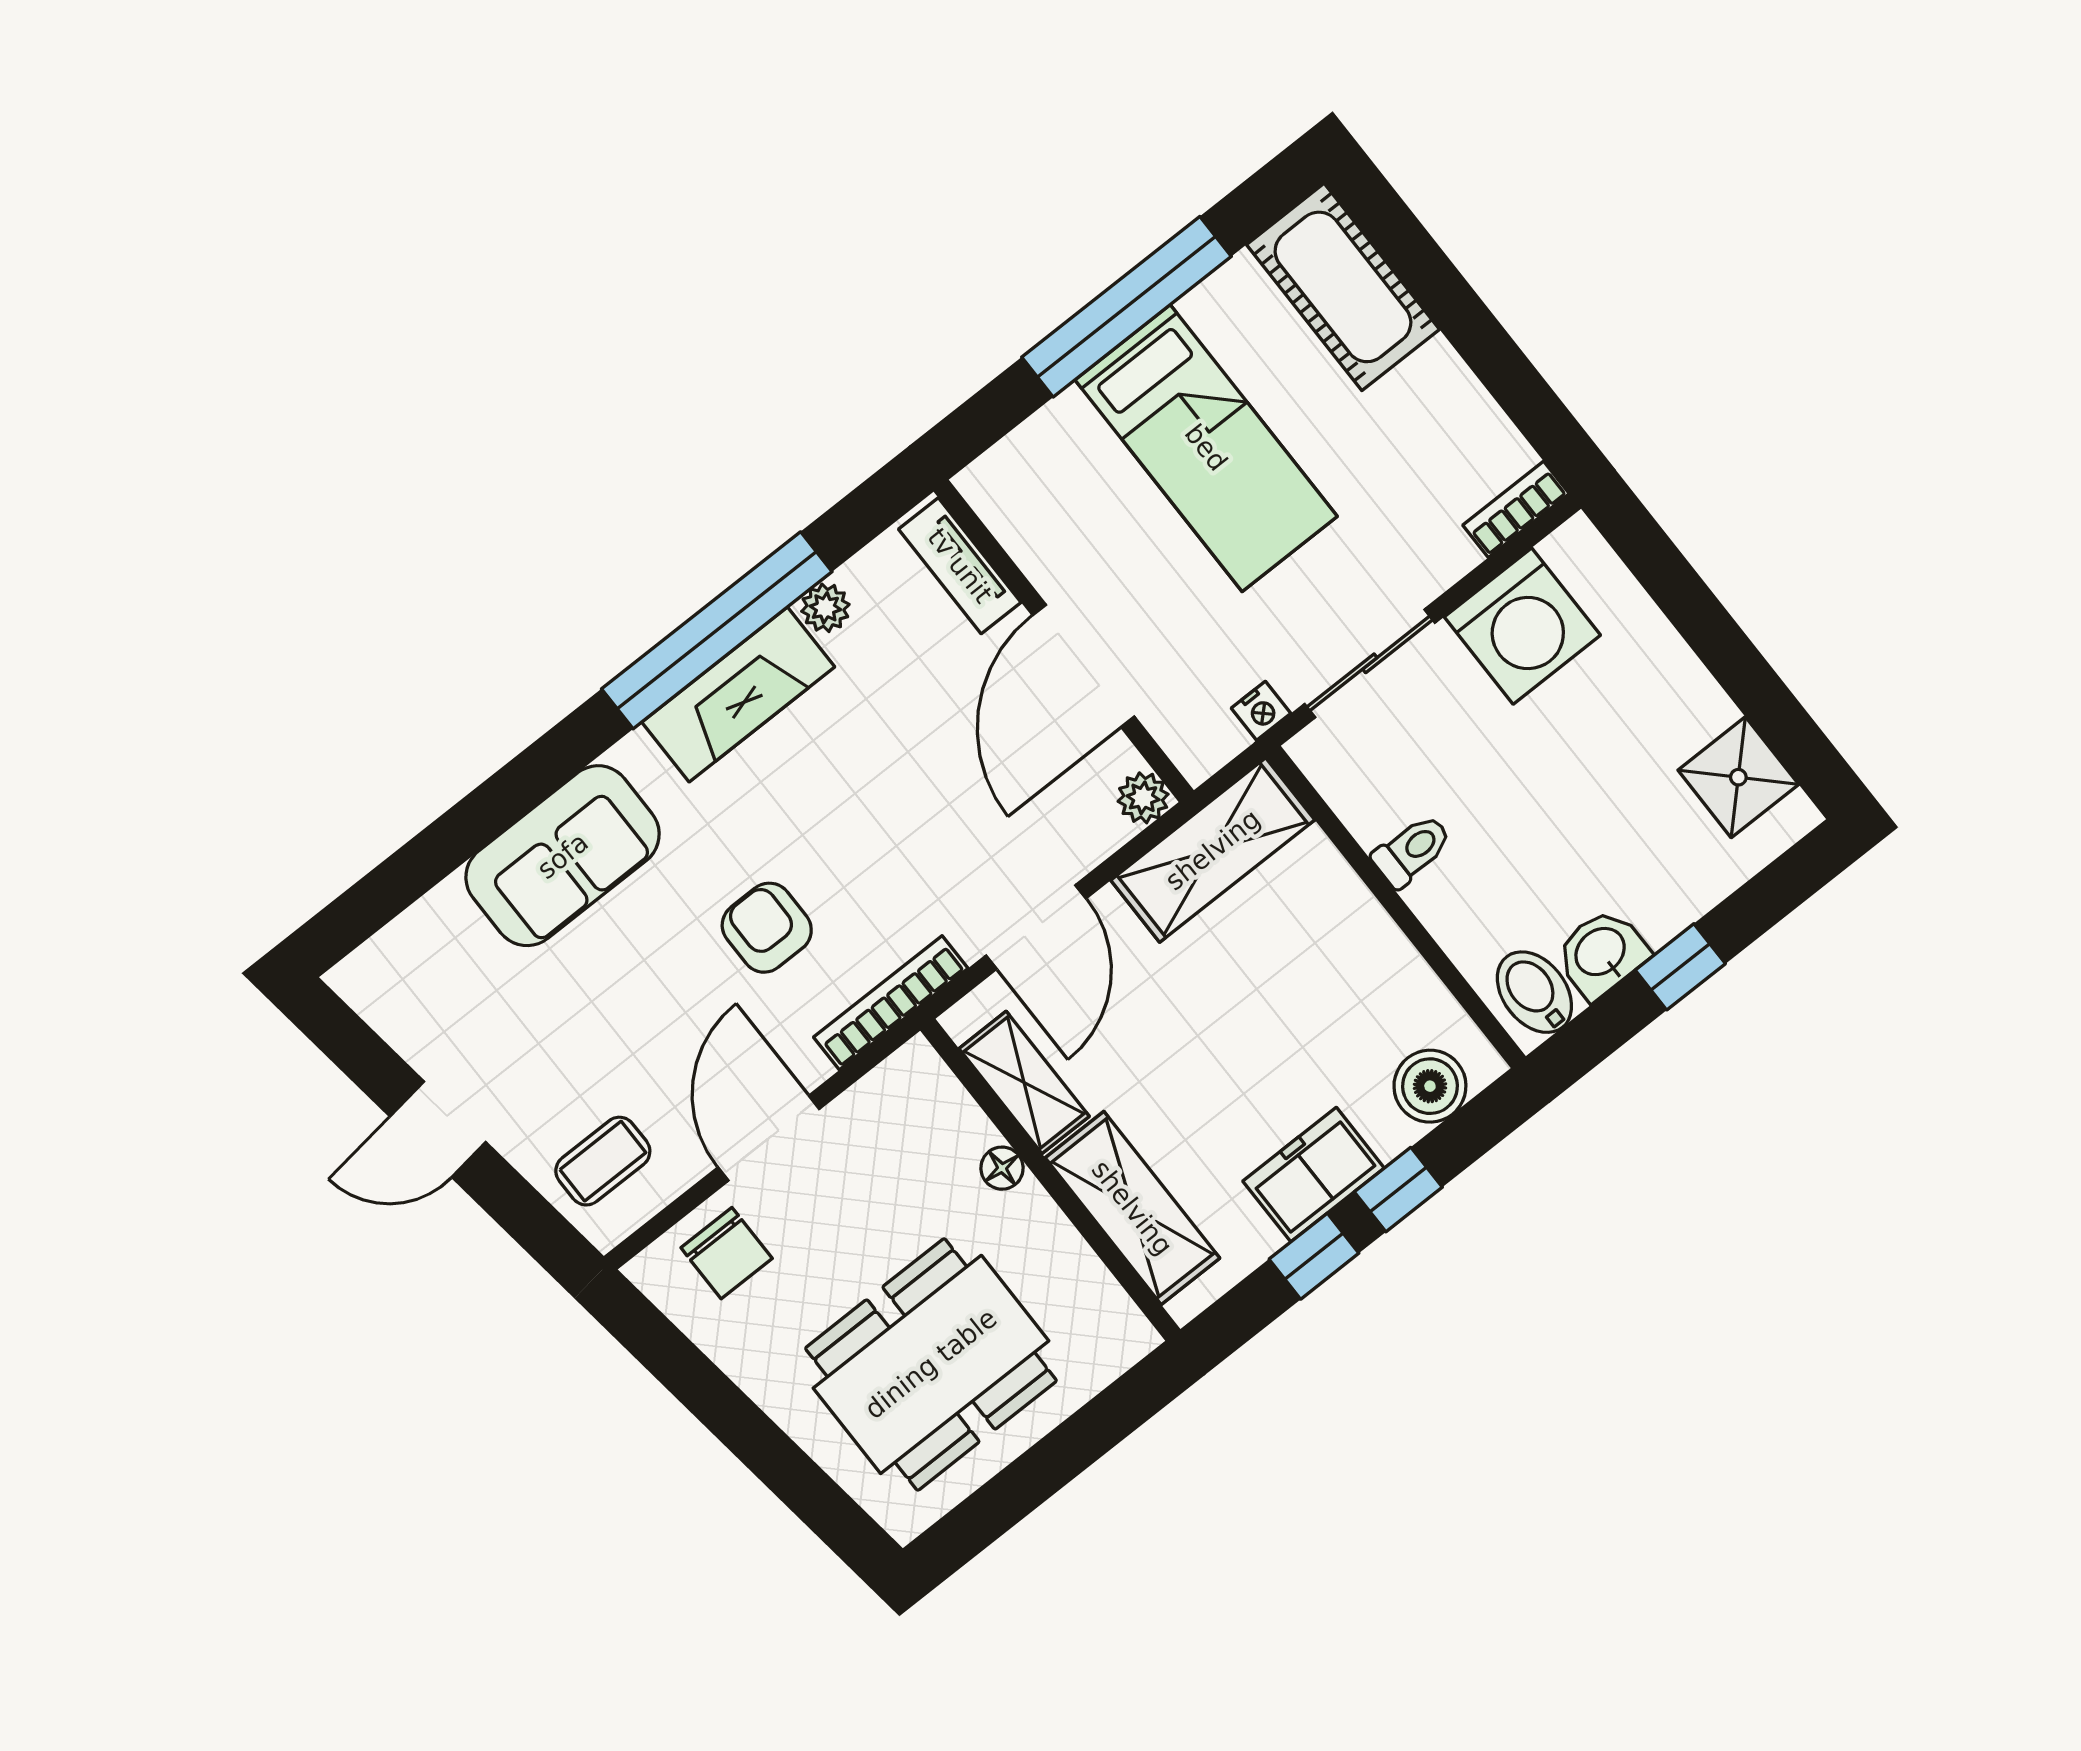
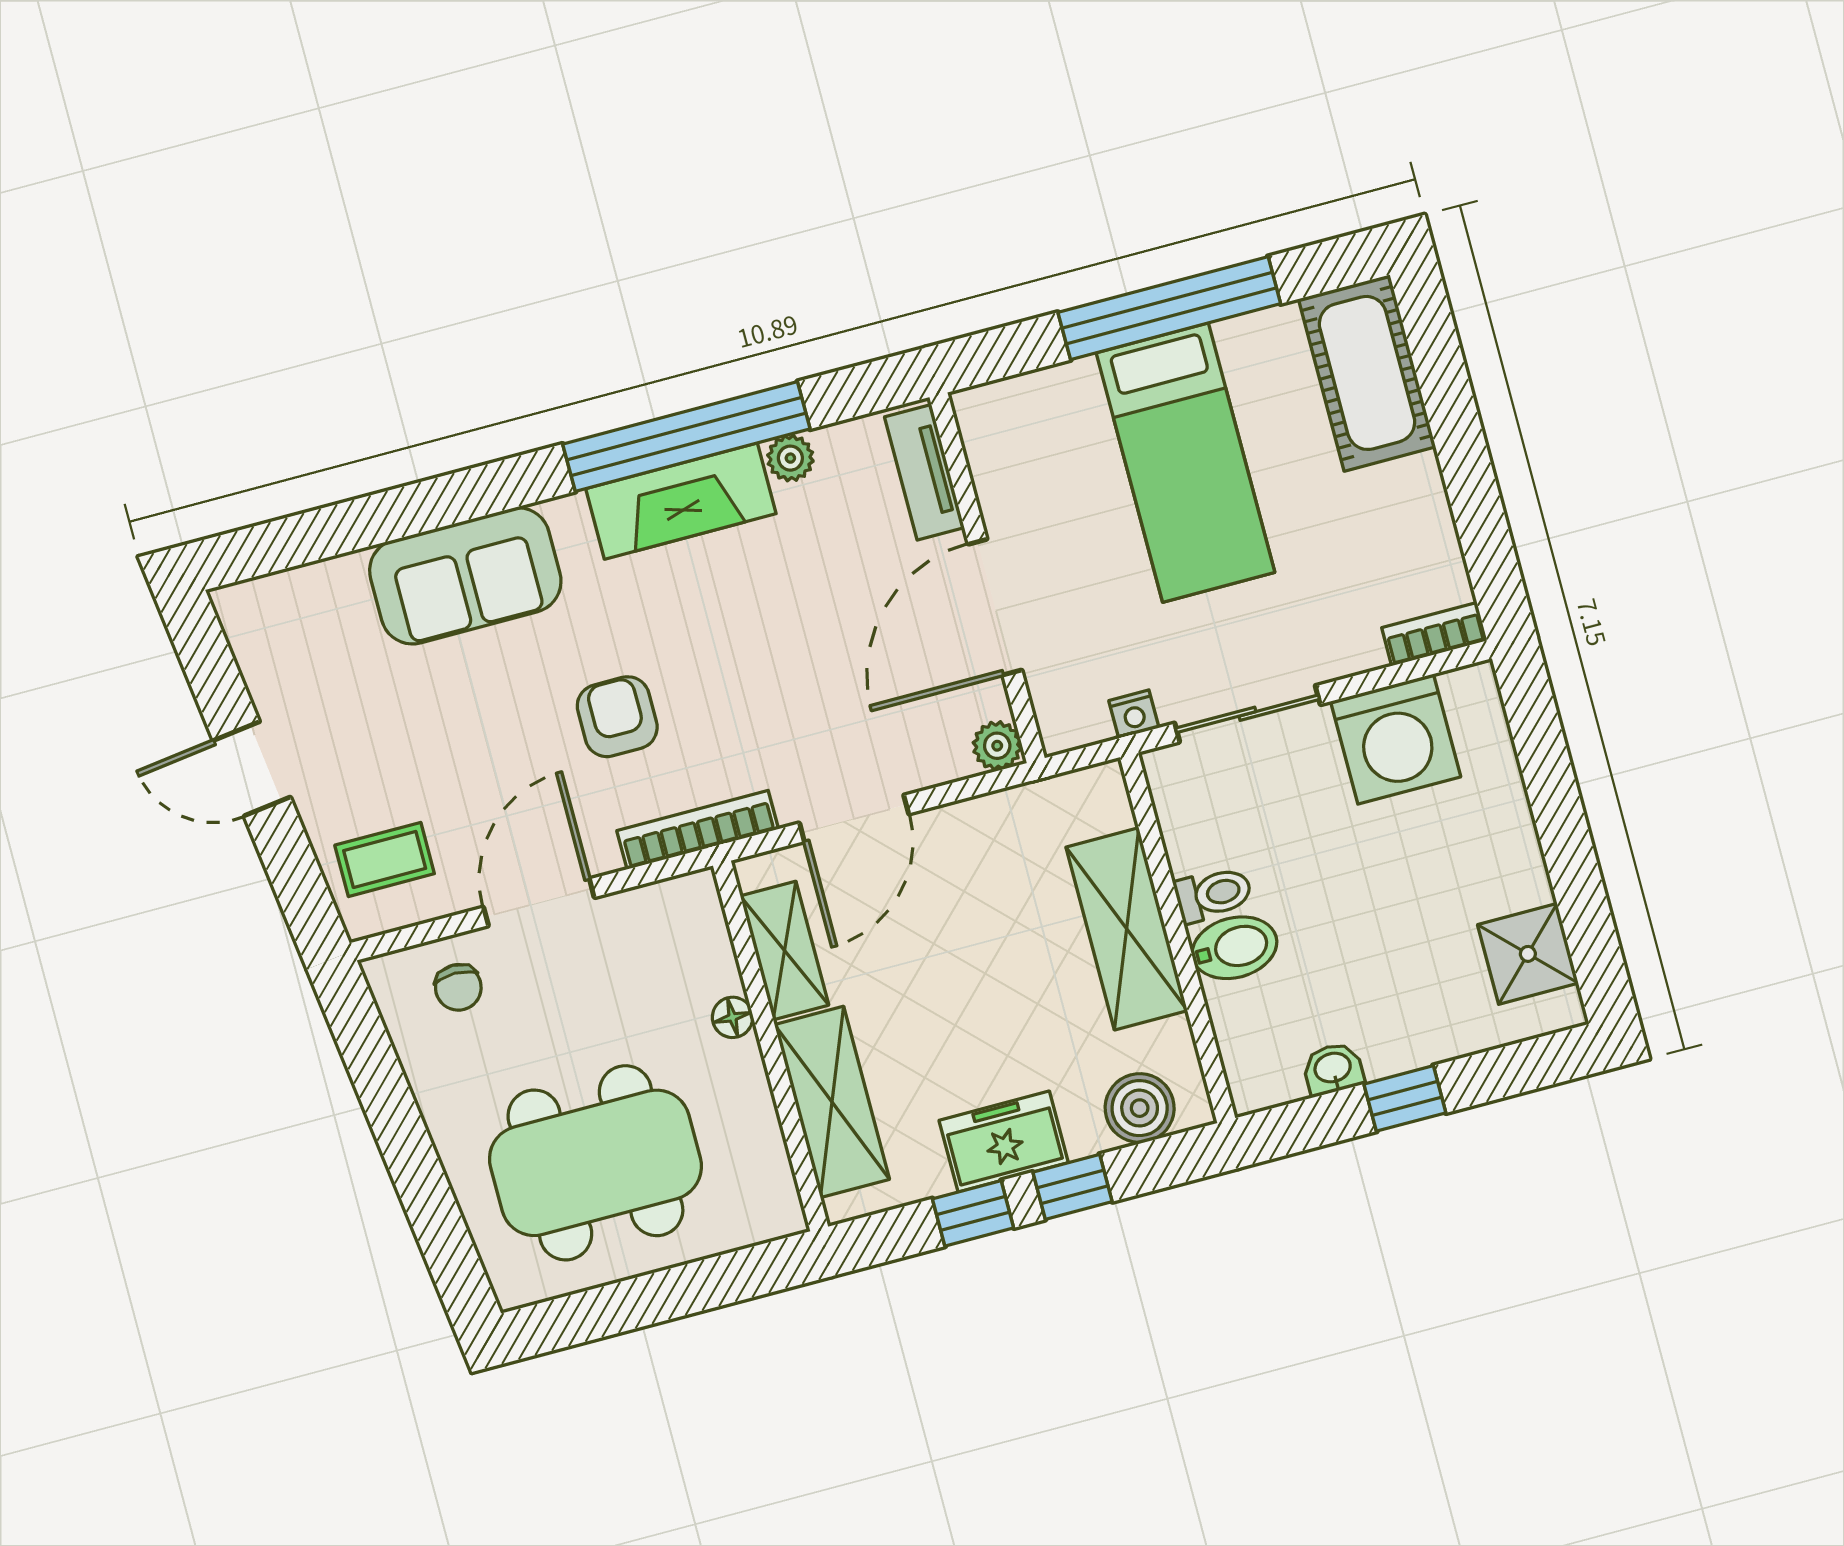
shelving: (1213, 850) -> (1127, 929), moved, turned 90
washbasin: (1601, 953) -> (1333, 1069), width x0.72, depth x0.69
bidet: (1534, 992) -> (1234, 948), moved, turned 90
chair: (727, 1253) -> (458, 987), width x0.73, depth x0.73

